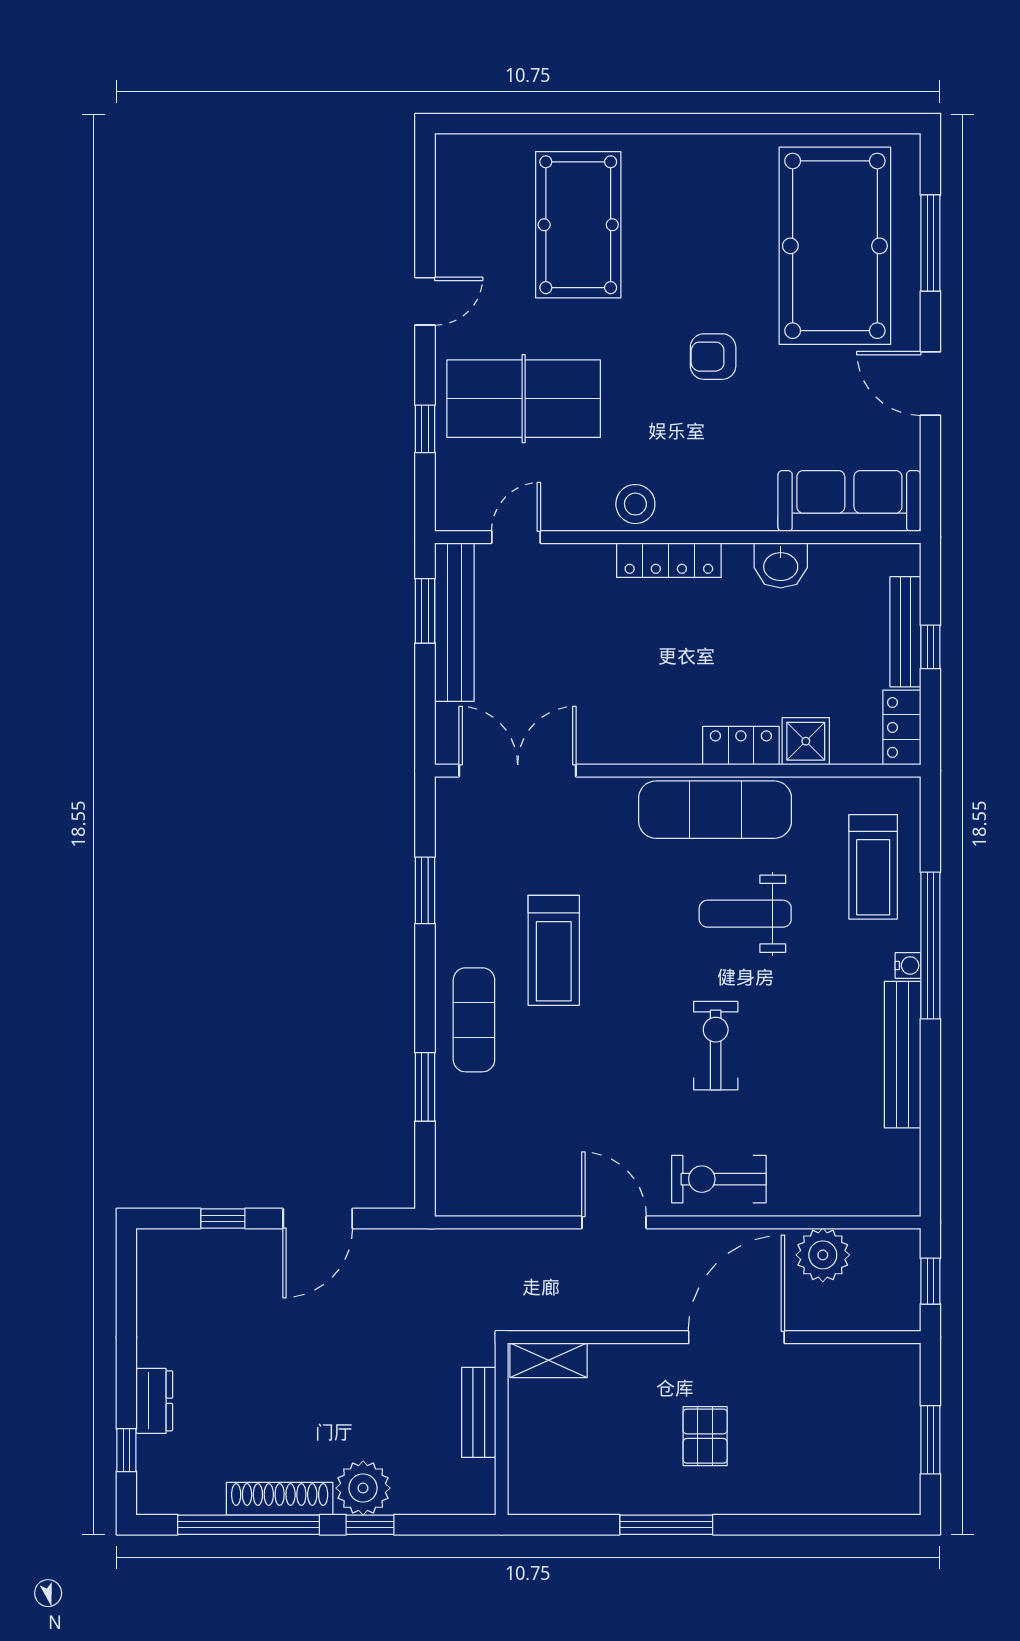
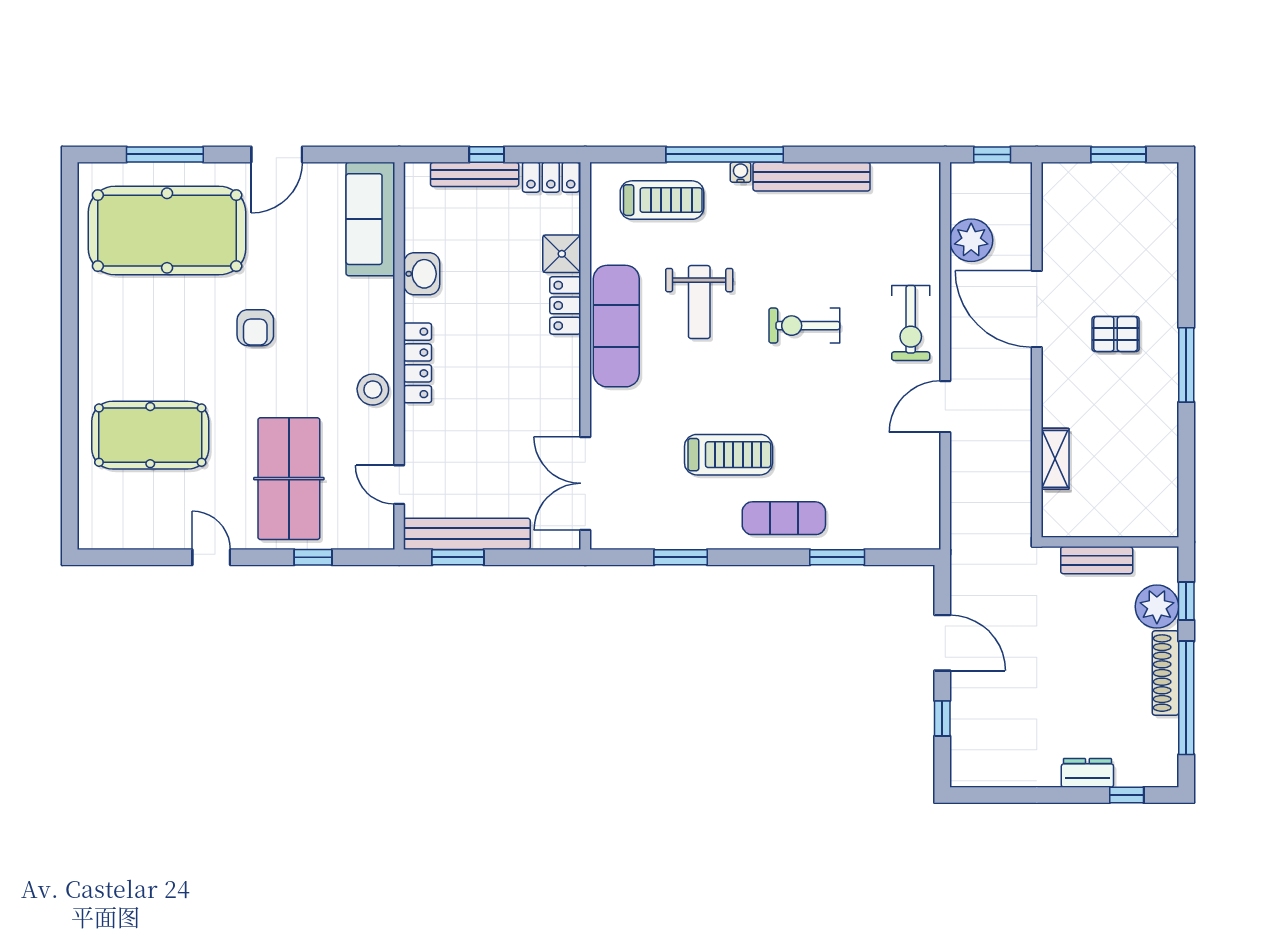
bench: (479, 1412) -> (1097, 560), moved
wall: (502, 1429) -> (1110, 542), moved

